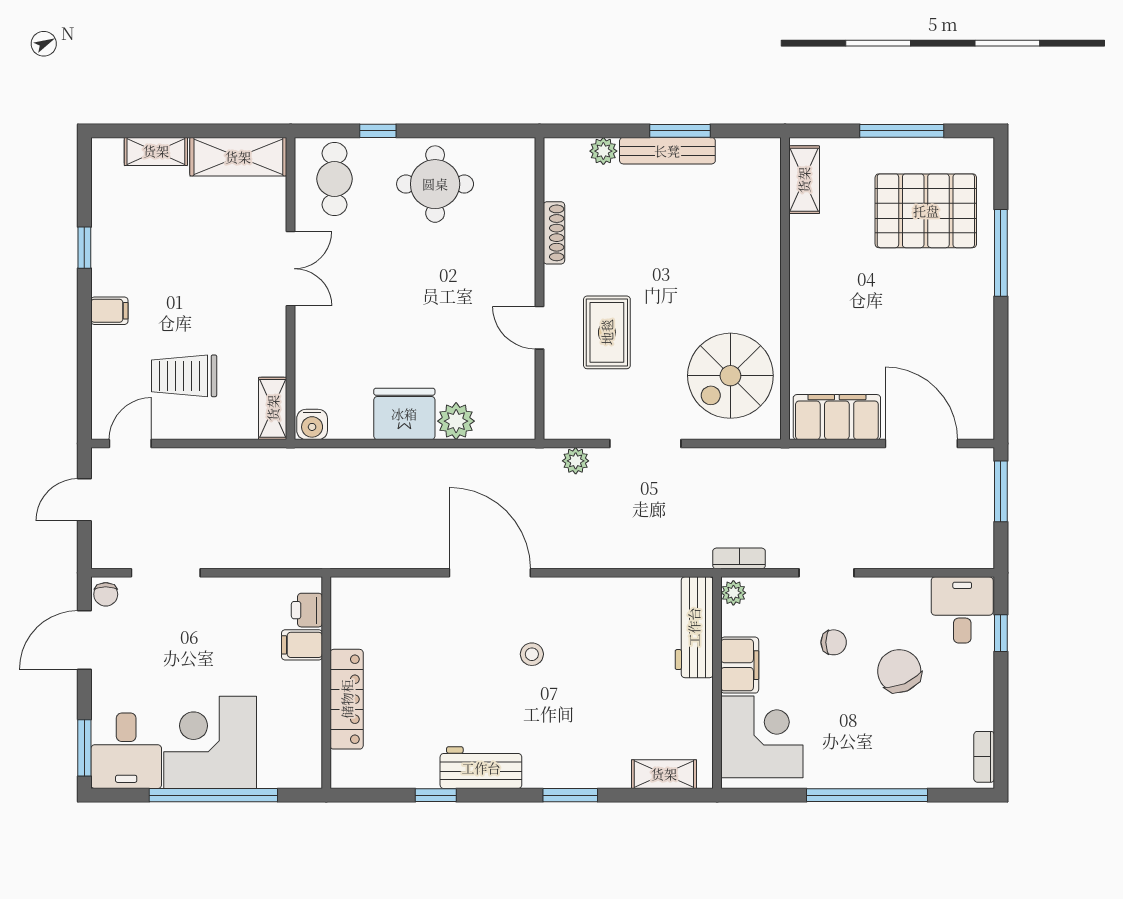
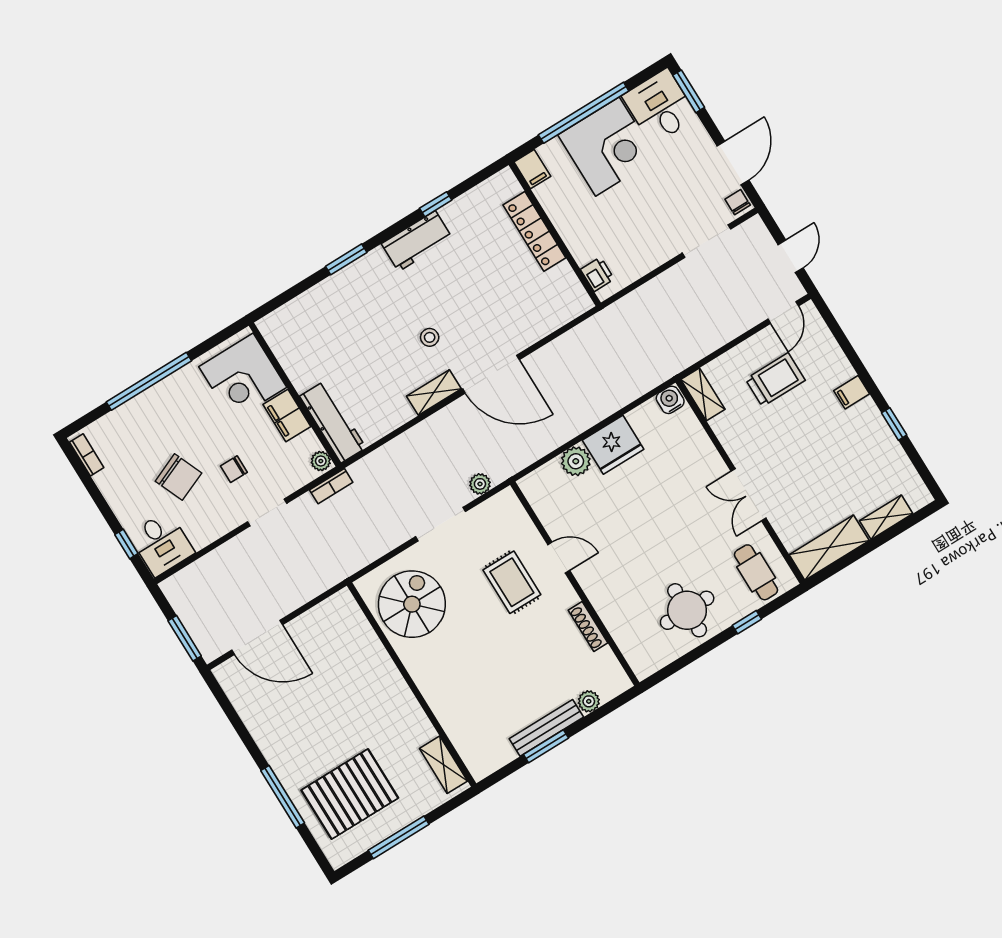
filing cabinet: (837, 417) -> (324, 620), removed
filing cabinet: (302, 645) -> (532, 169), moved, turned 90
shelving: (664, 774) -> (434, 393), moved

